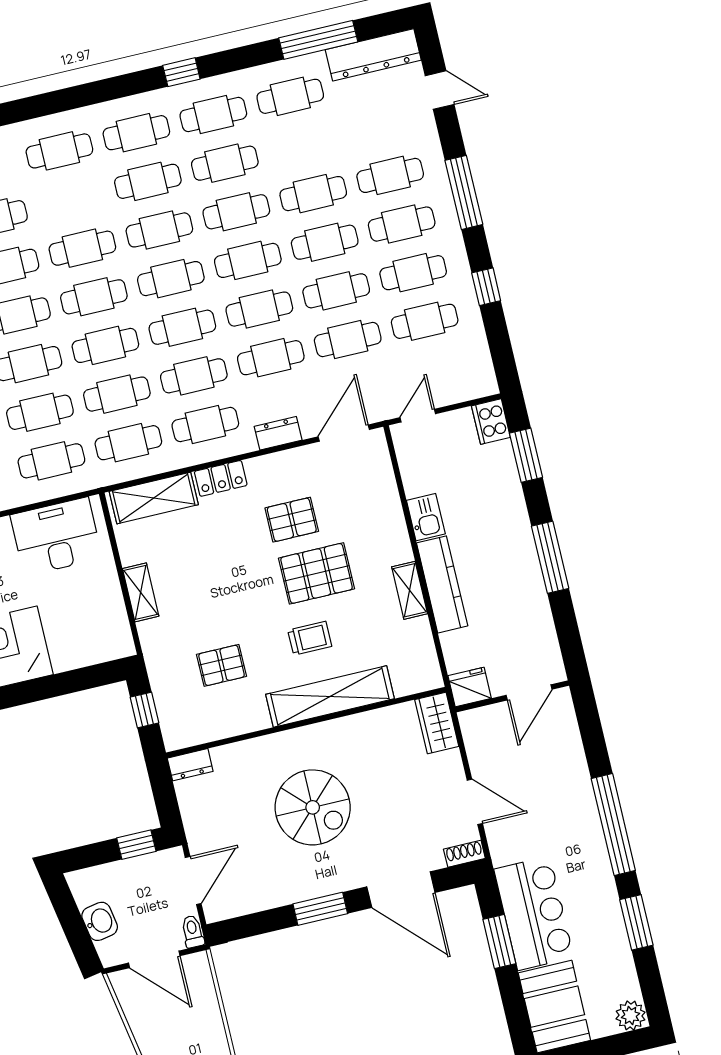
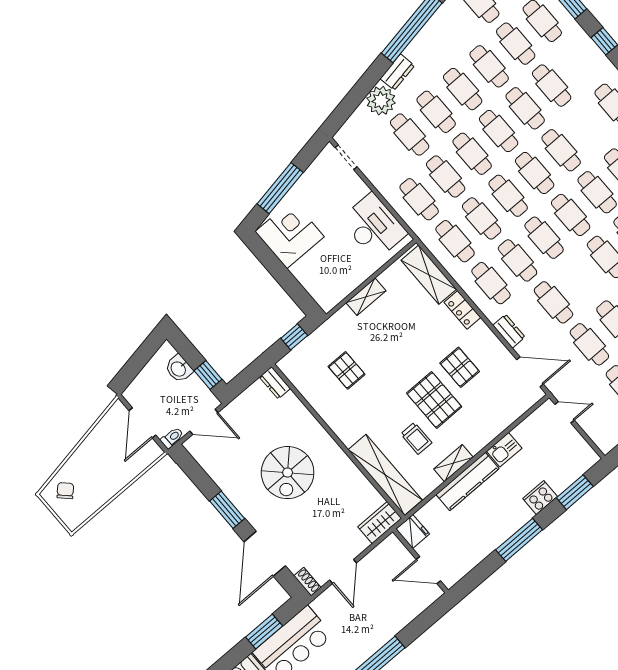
cafe table: (259, 309) -> (580, 280), removed
cooker: (491, 422) -> (540, 498), moved
trolley: (310, 638) -> (416, 438), moved
shelving: (330, 697) -> (385, 475), moved
washbasin: (100, 921) -> (179, 369), moved, turned 100

